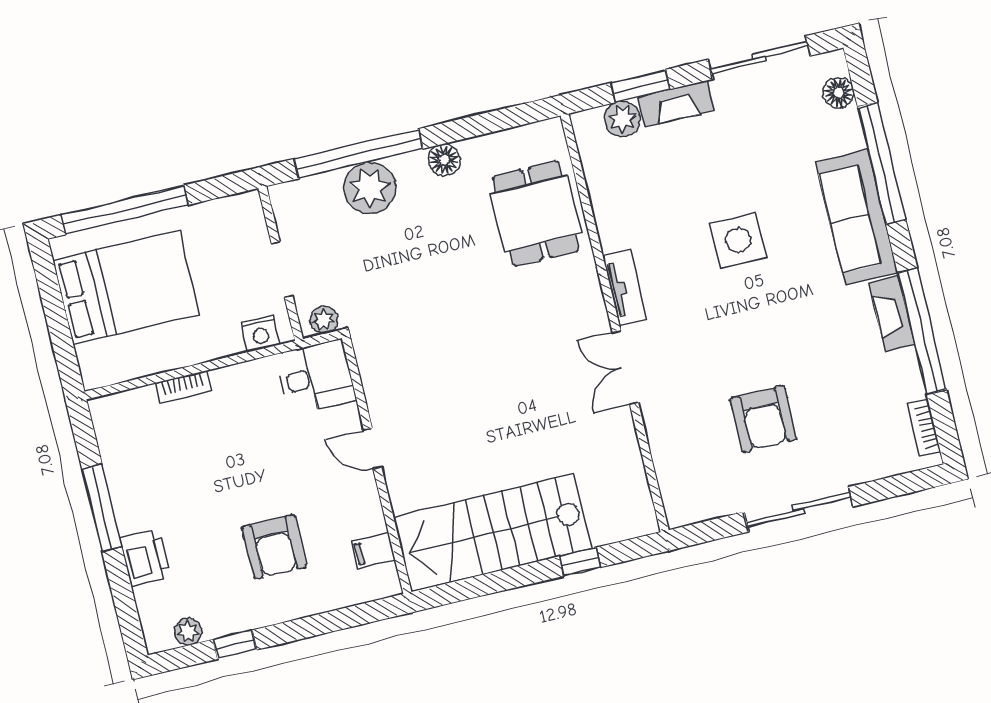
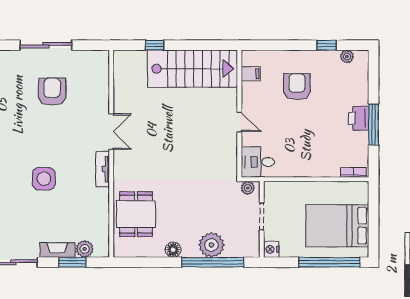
nightstand: (261, 333) -> (271, 249), moved, turned -90
bookcase: (183, 387) -> (354, 172), moved
printer: (145, 557) -> (359, 118), moved

